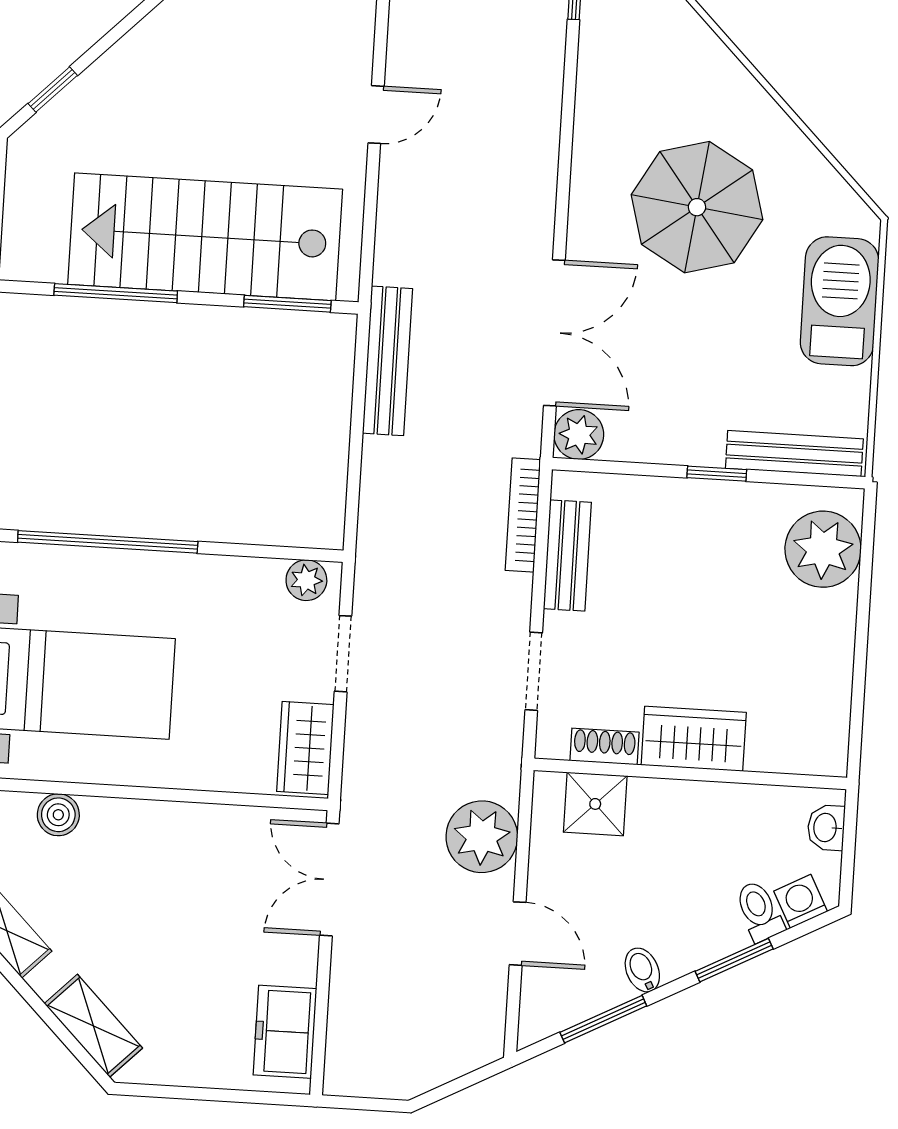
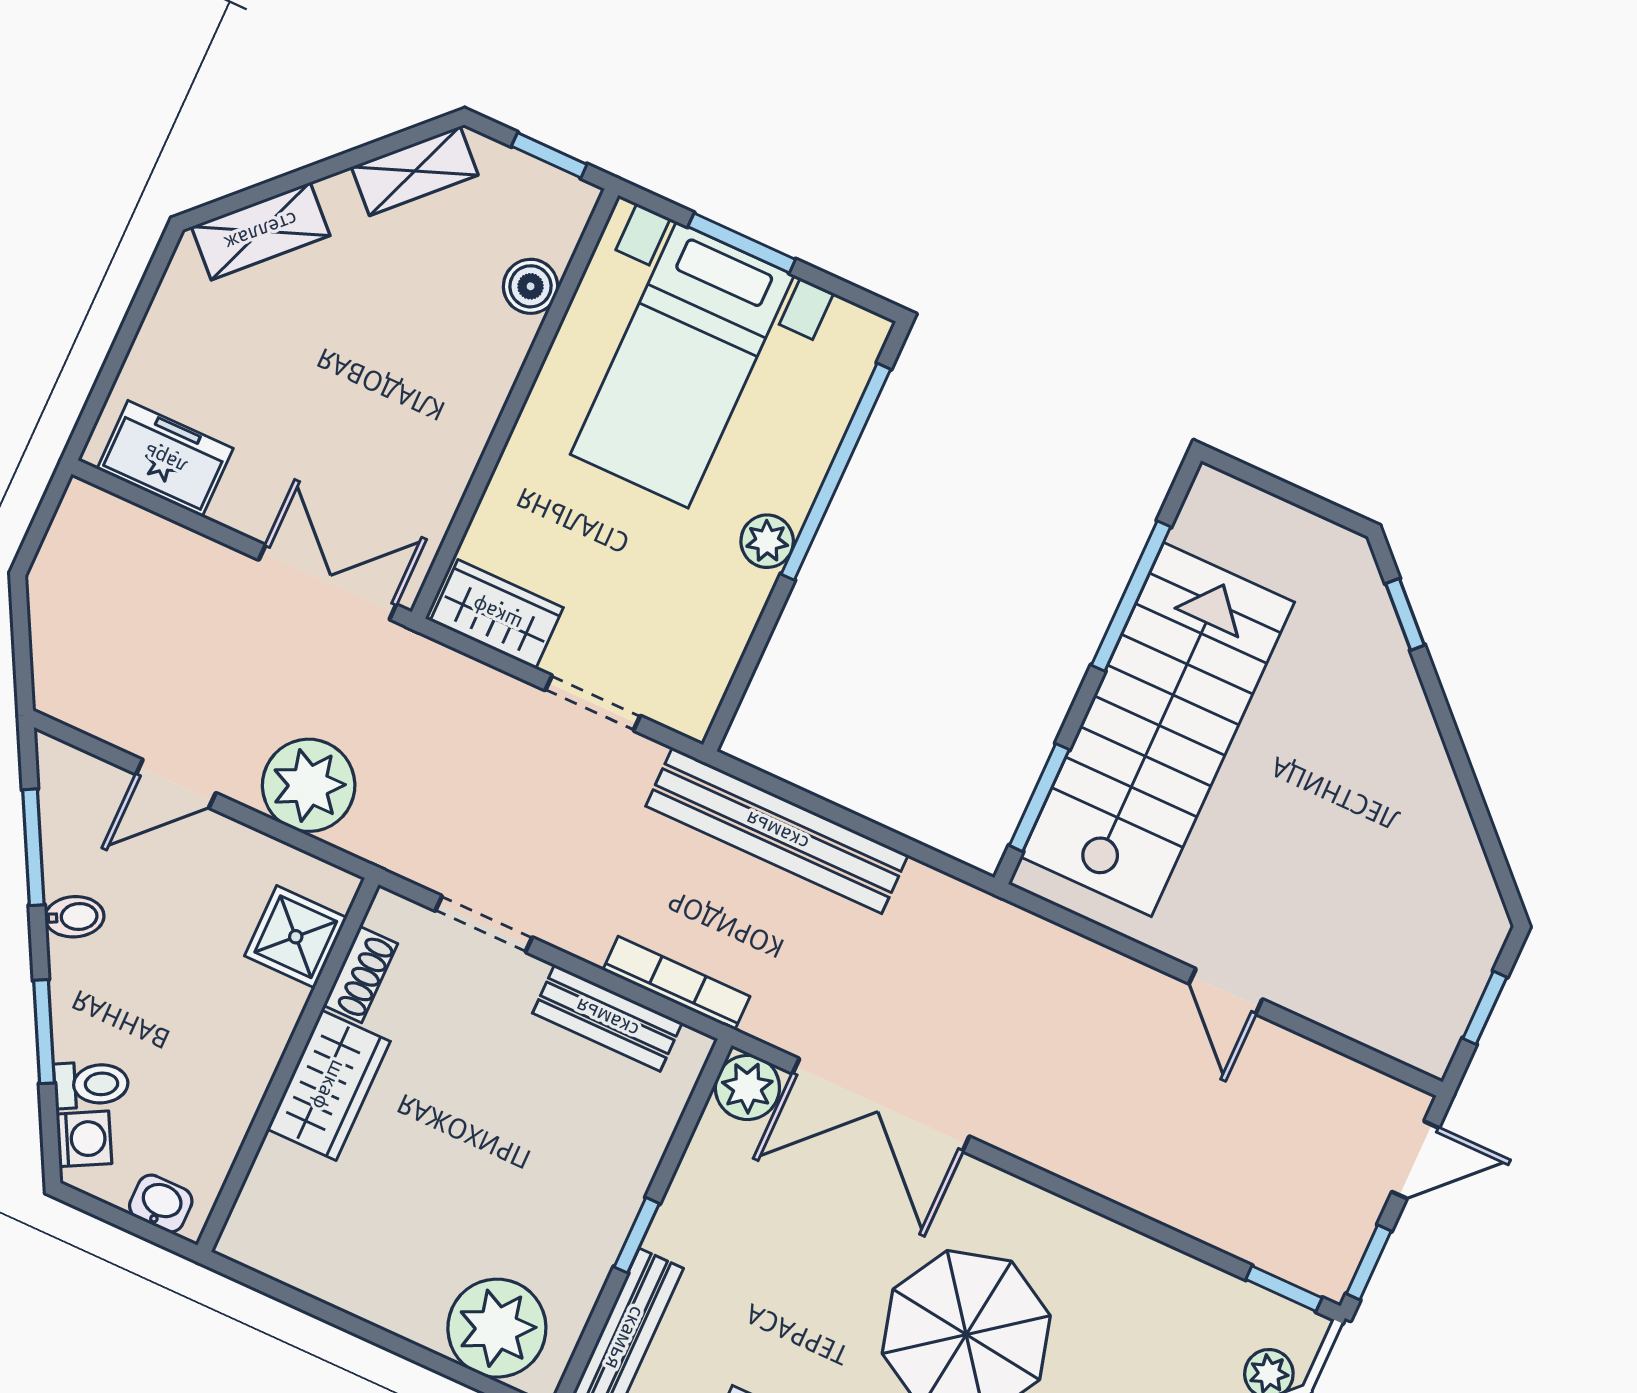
bench: (387, 361) -> (777, 831), moved, width x1.37, depth x1.21
plant: (306, 580) -> (767, 541), moved

